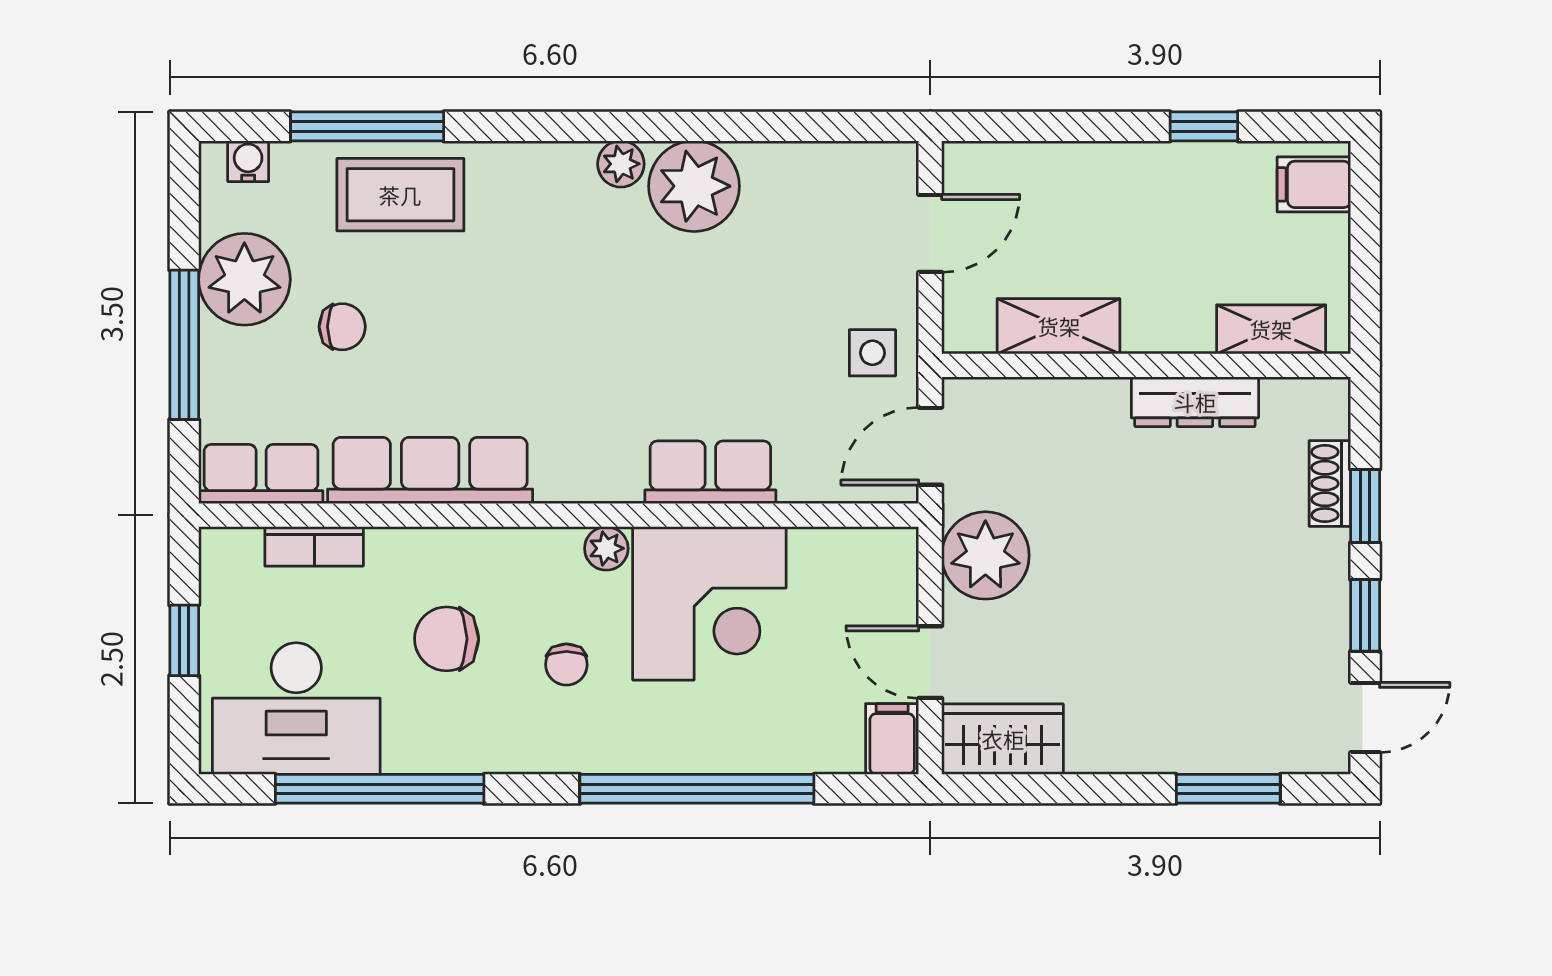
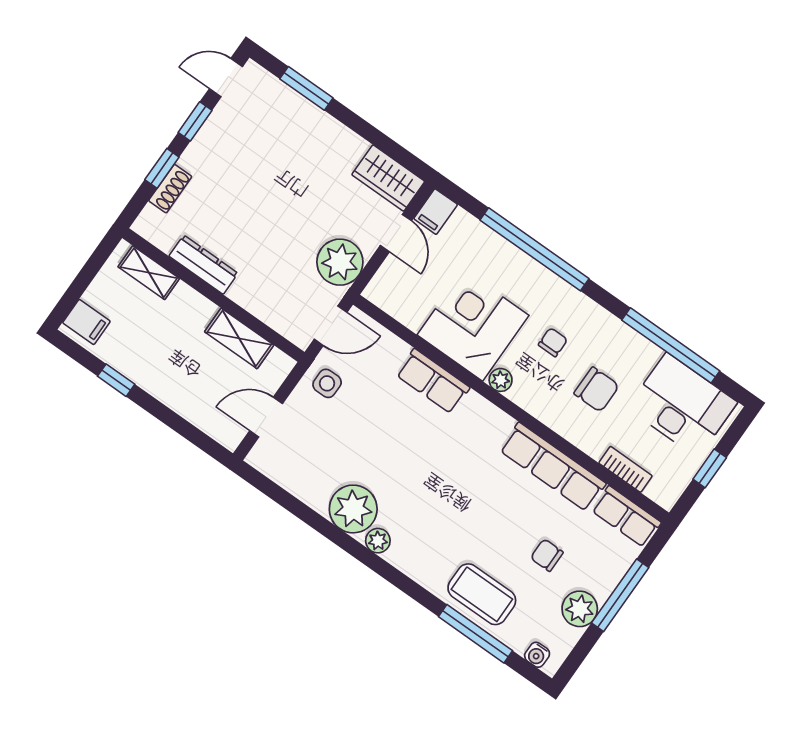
plant: (244, 279) -> (580, 609), width x0.73, depth x0.73

